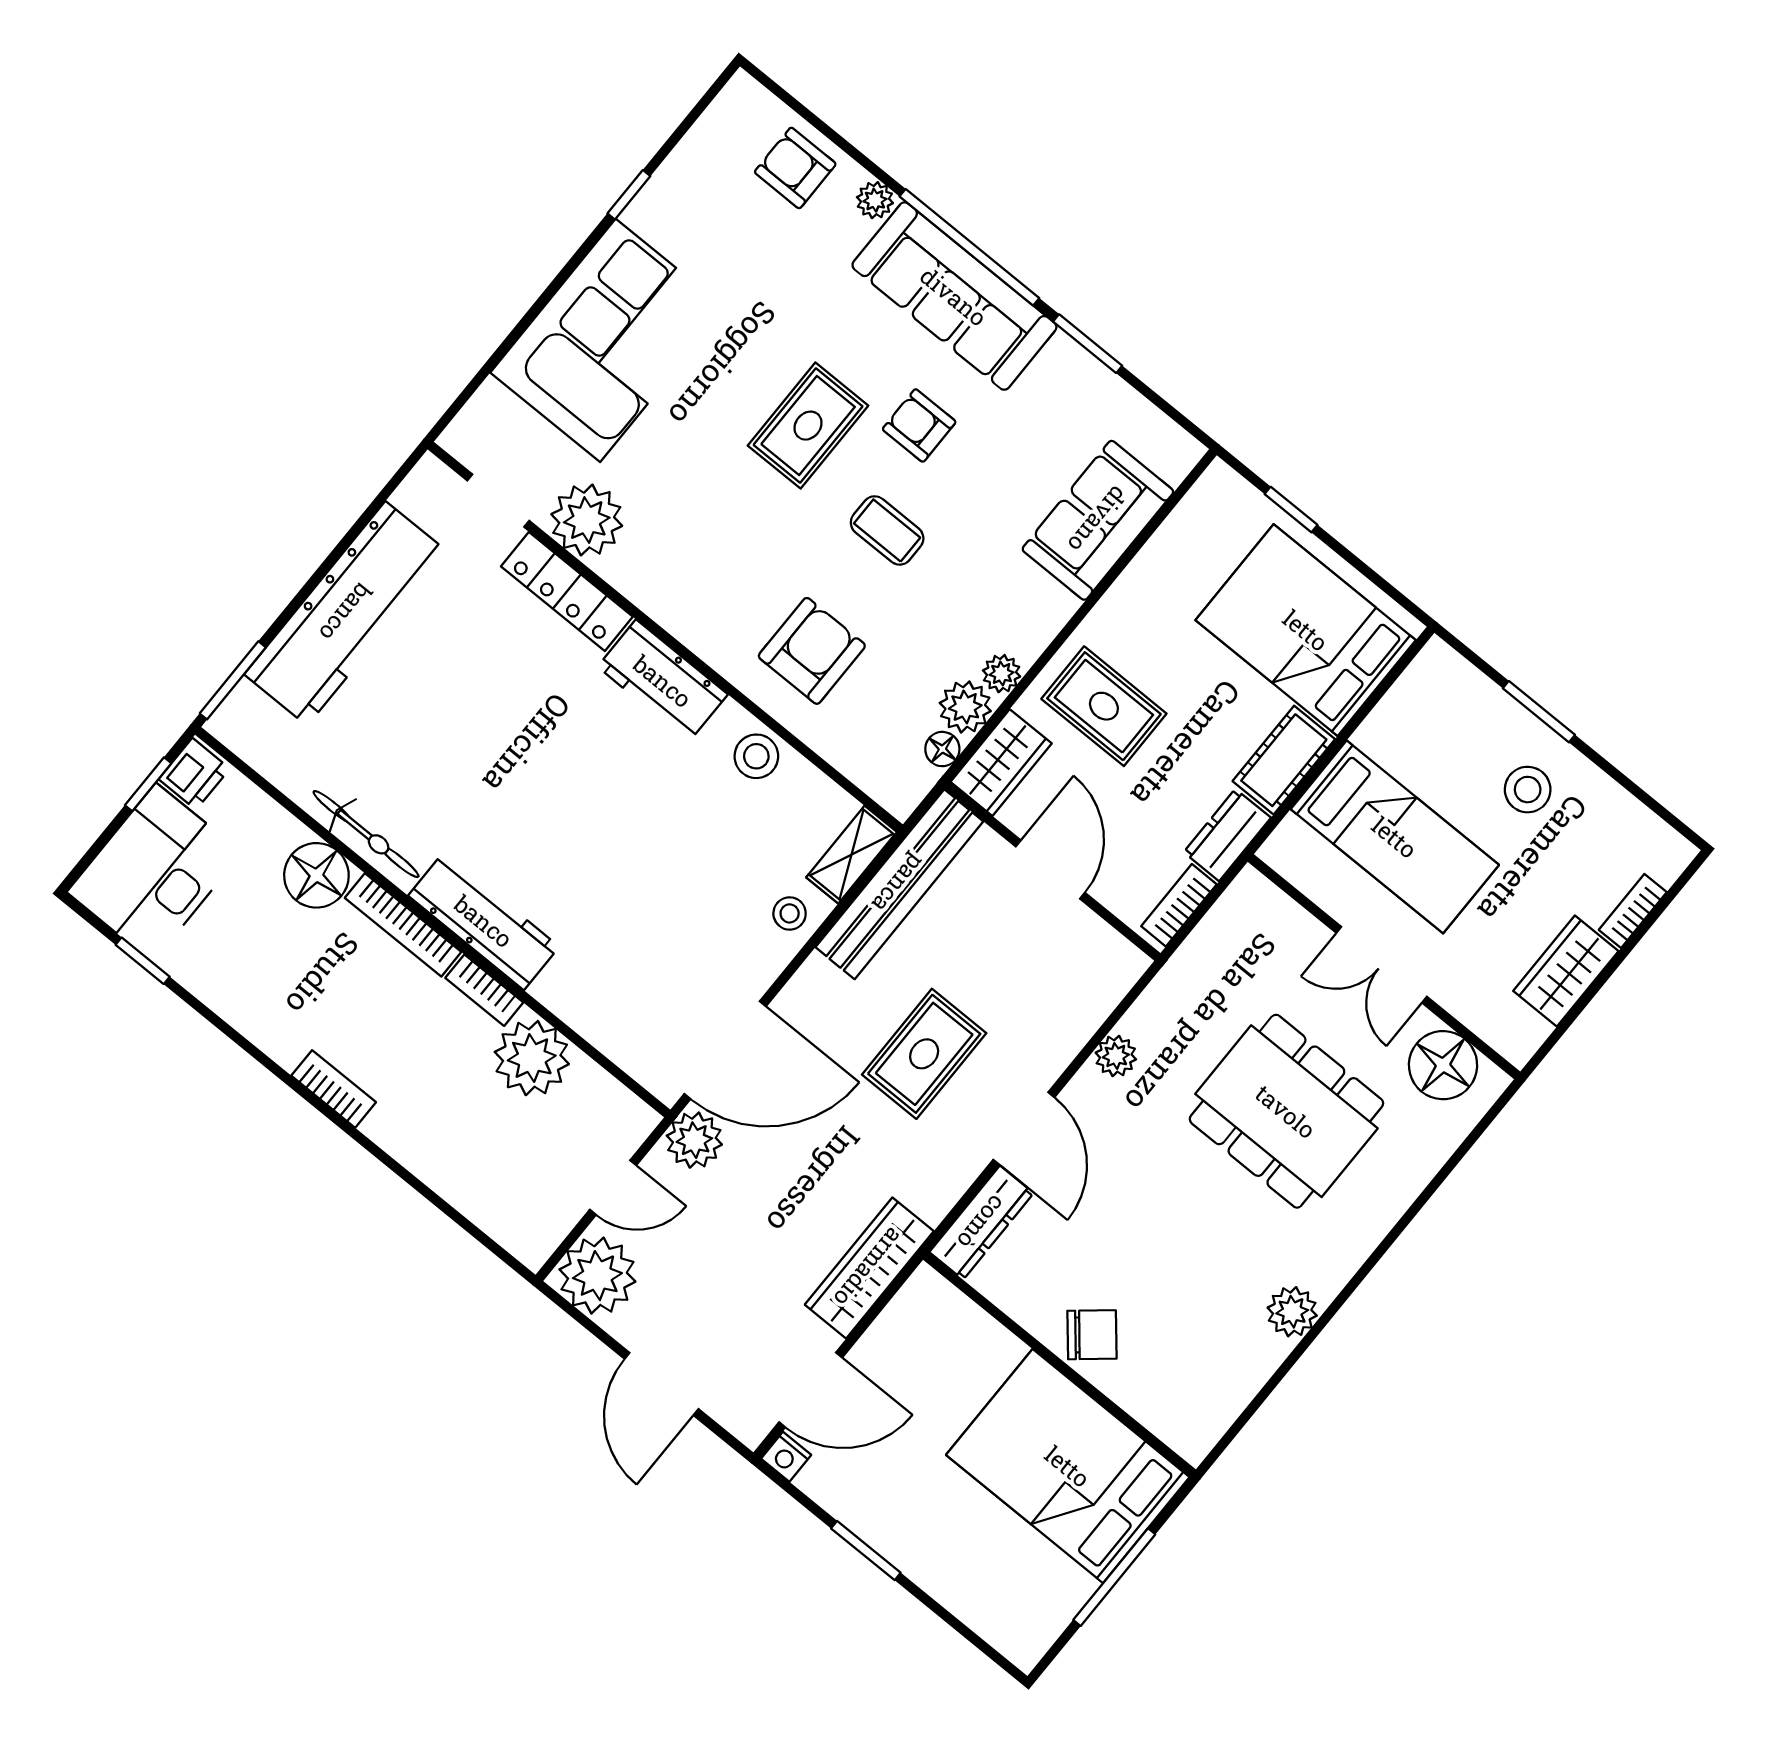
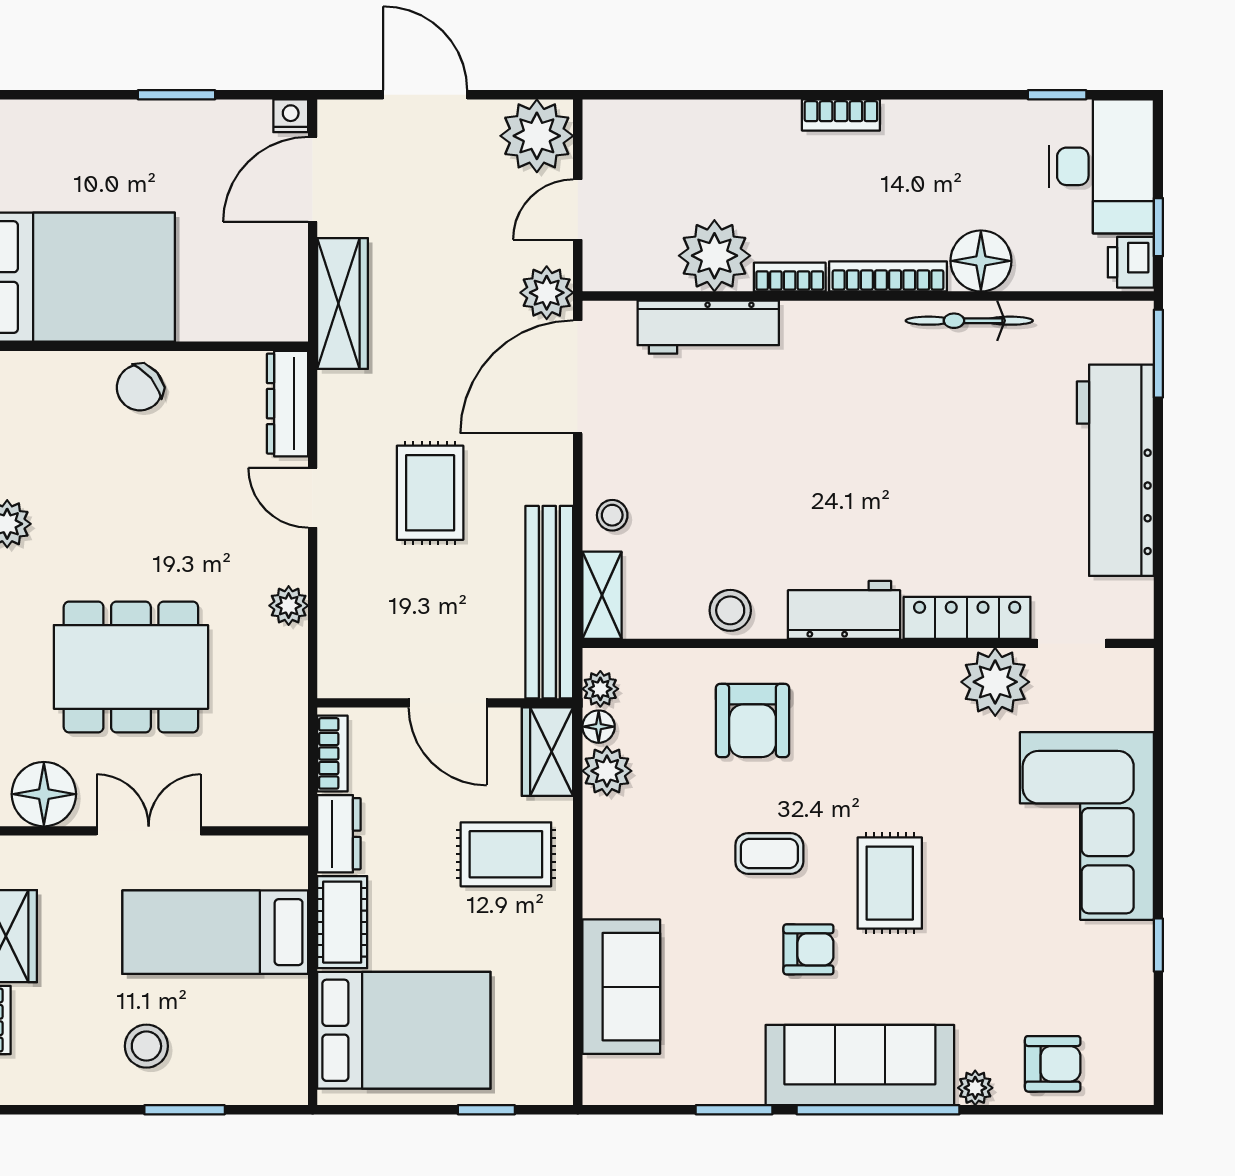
plant: (1002, 674) -> (600, 689), moved
workbench: (484, 921) -> (708, 327), moved
door: (1024, 1128) -> (313, 498), width x0.73

